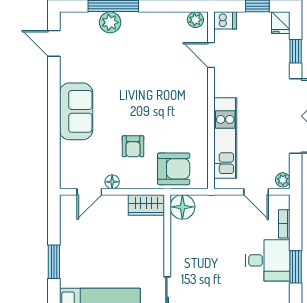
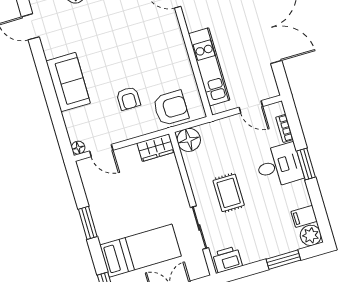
plant: (283, 180) -> (272, 89), removed
floor lamp: (112, 182) -> (78, 148), moved
door: (89, 192) -> (101, 151), hinge flipped
rug: (208, 273) -> (229, 193), added

